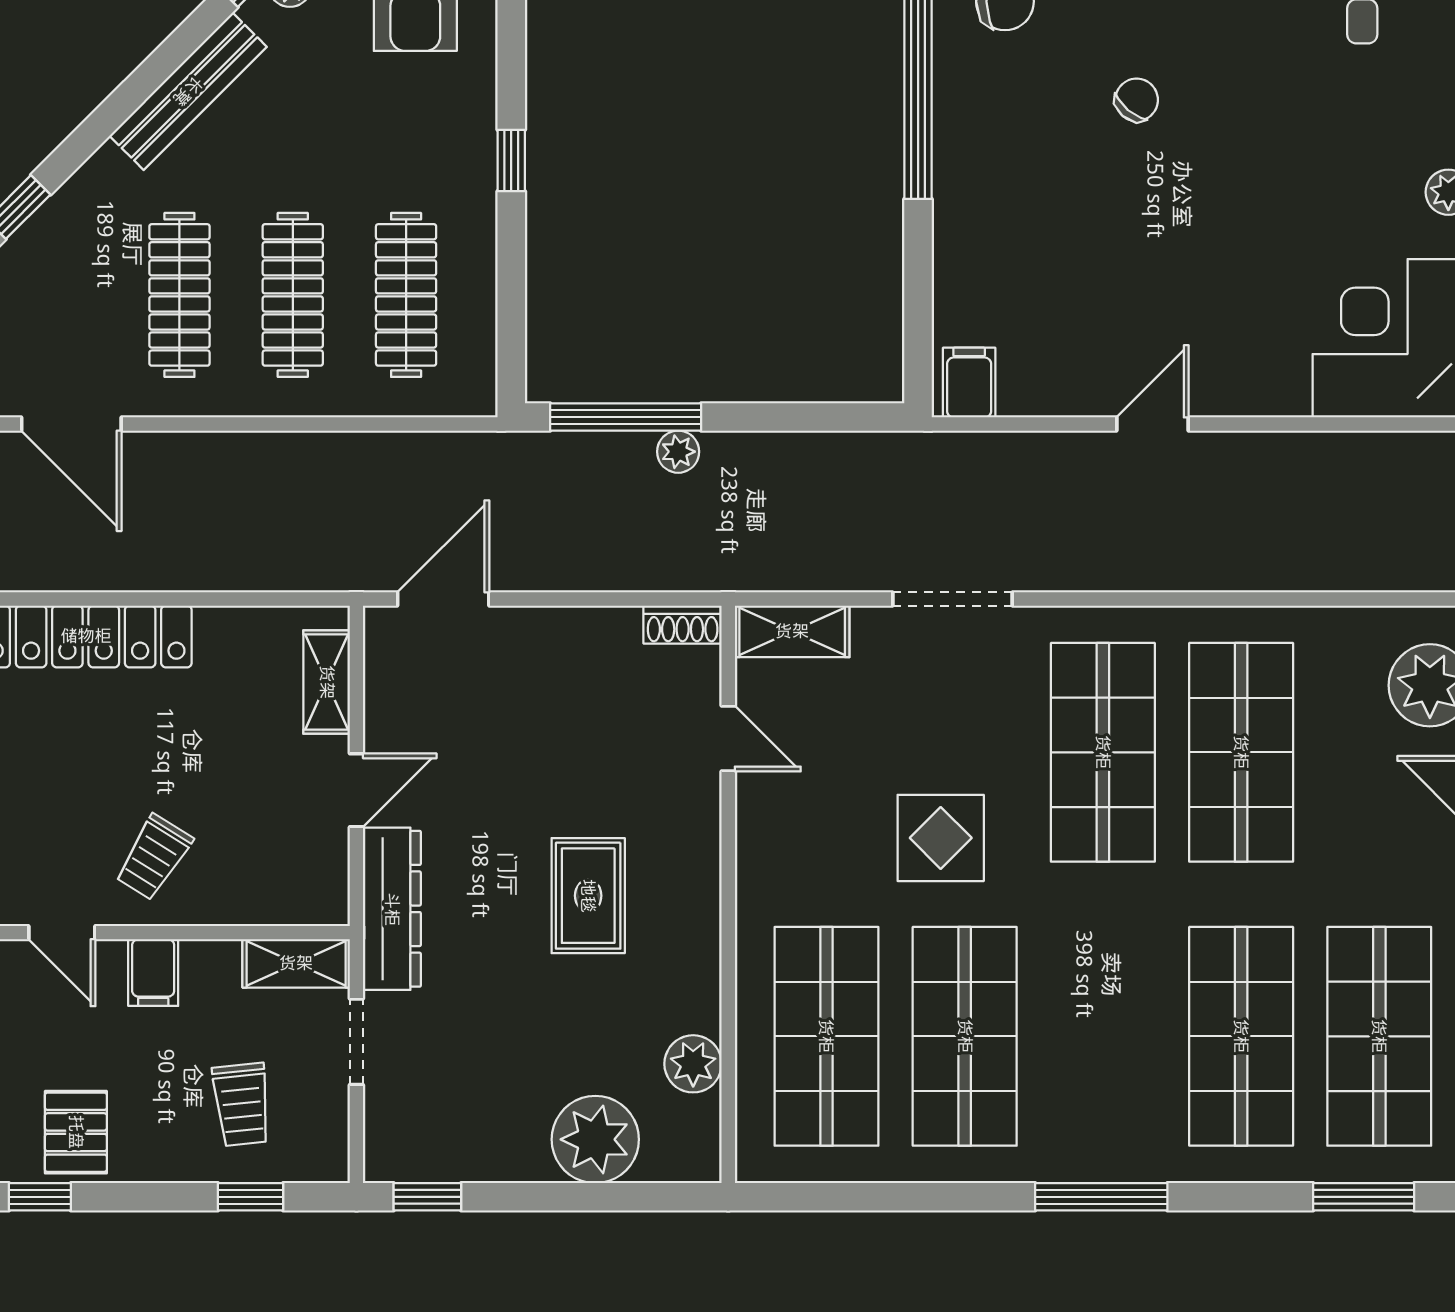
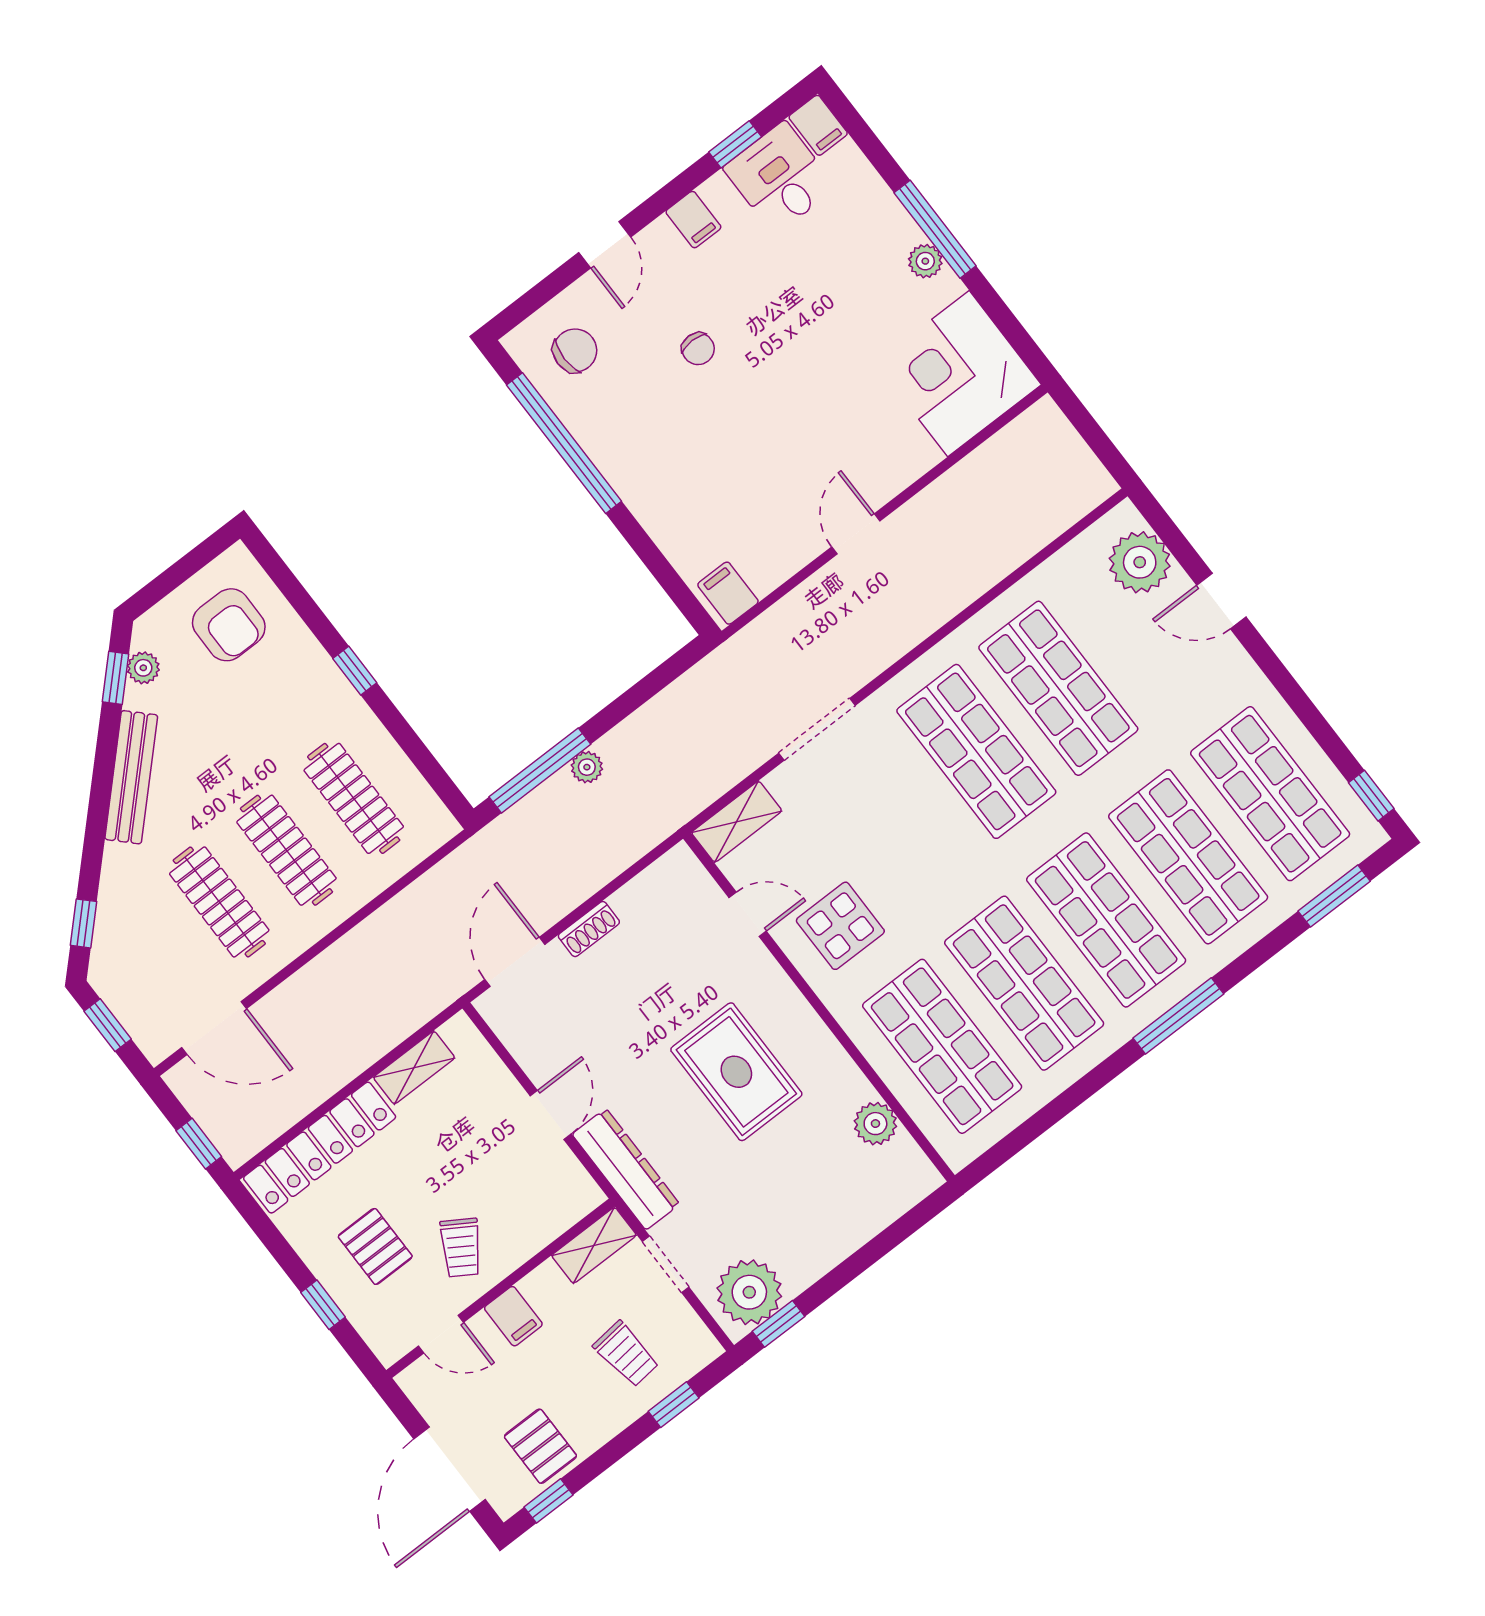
chair: (1137, 100) -> (698, 349), turned 140
shoe rack: (683, 625) -> (589, 929), moved
shelving: (327, 682) -> (414, 1068), moved, turned 90
pallet: (64, 786) -> (375, 1246), added
display table: (941, 838) -> (840, 926), moved
rug: (588, 896) -> (736, 1072), width x1.36, depth x1.43
shop shelf: (1103, 1036) -> (1106, 920), added
plant: (595, 1139) -> (749, 1292), moved

